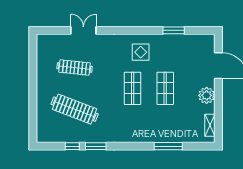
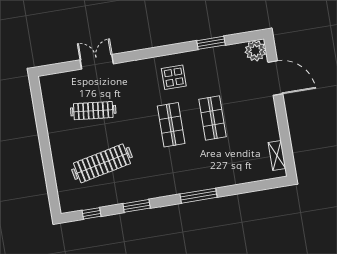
plant: (207, 95) -> (255, 51), moved
clothes rail: (75, 109) -> (102, 163), turned -33
window: (72, 146) -> (91, 213), moved
window: (168, 146) -> (198, 196), moved

